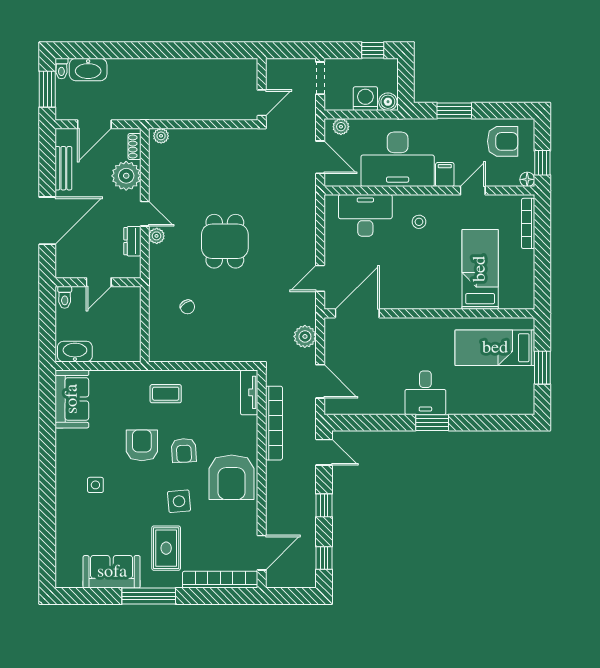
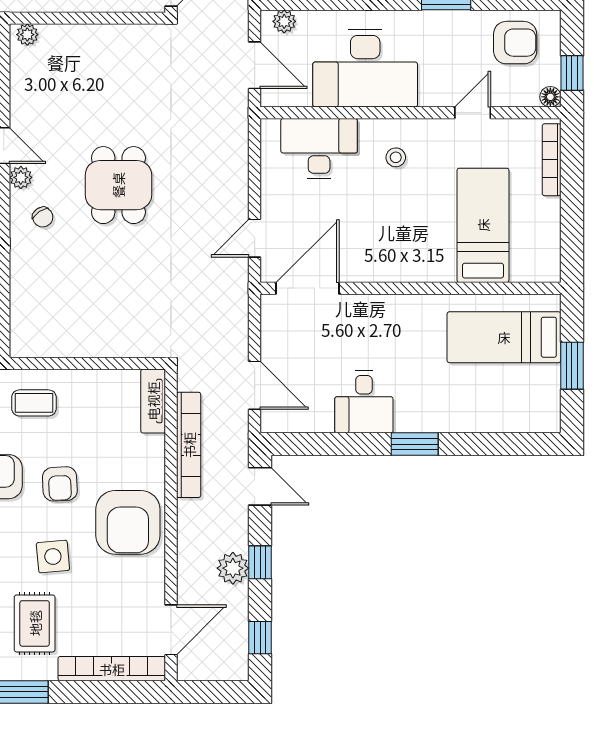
filing cabinet: (445, 175) -> (433, 90), removed
chair: (187, 307) -> (43, 217), moved
plant: (305, 336) -> (233, 568), moved
desk: (425, 393) -> (364, 402), moved

